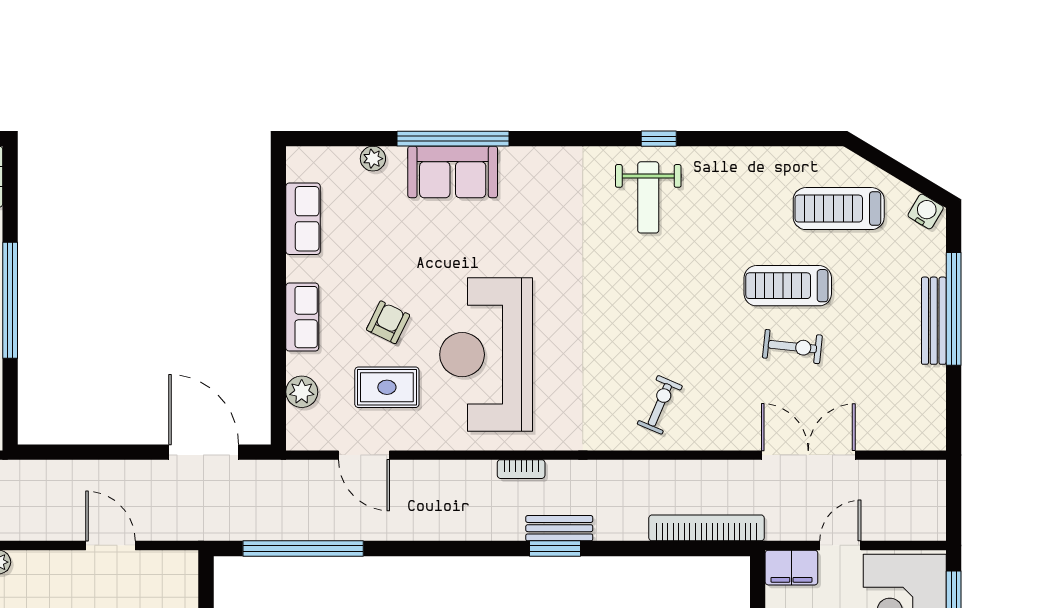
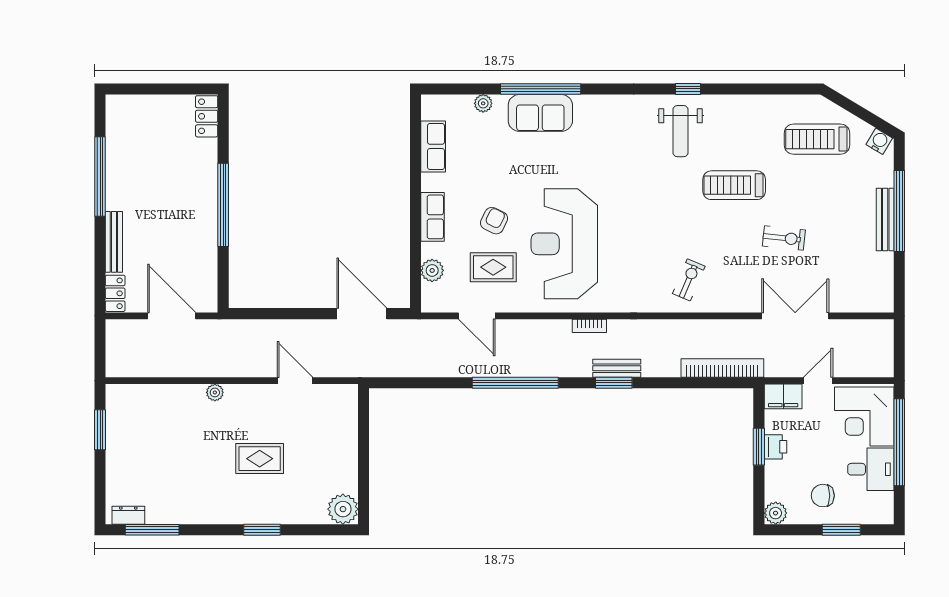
treadmill: (788, 286) -> (734, 185), moved
window: (303, 549) -> (515, 383), moved

